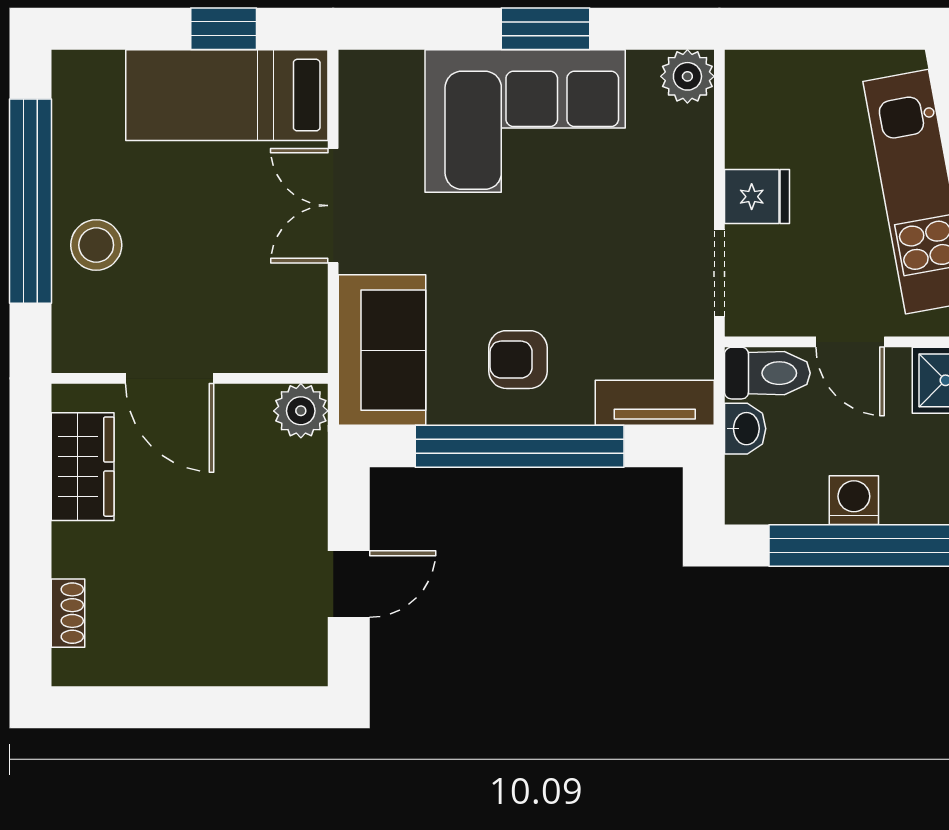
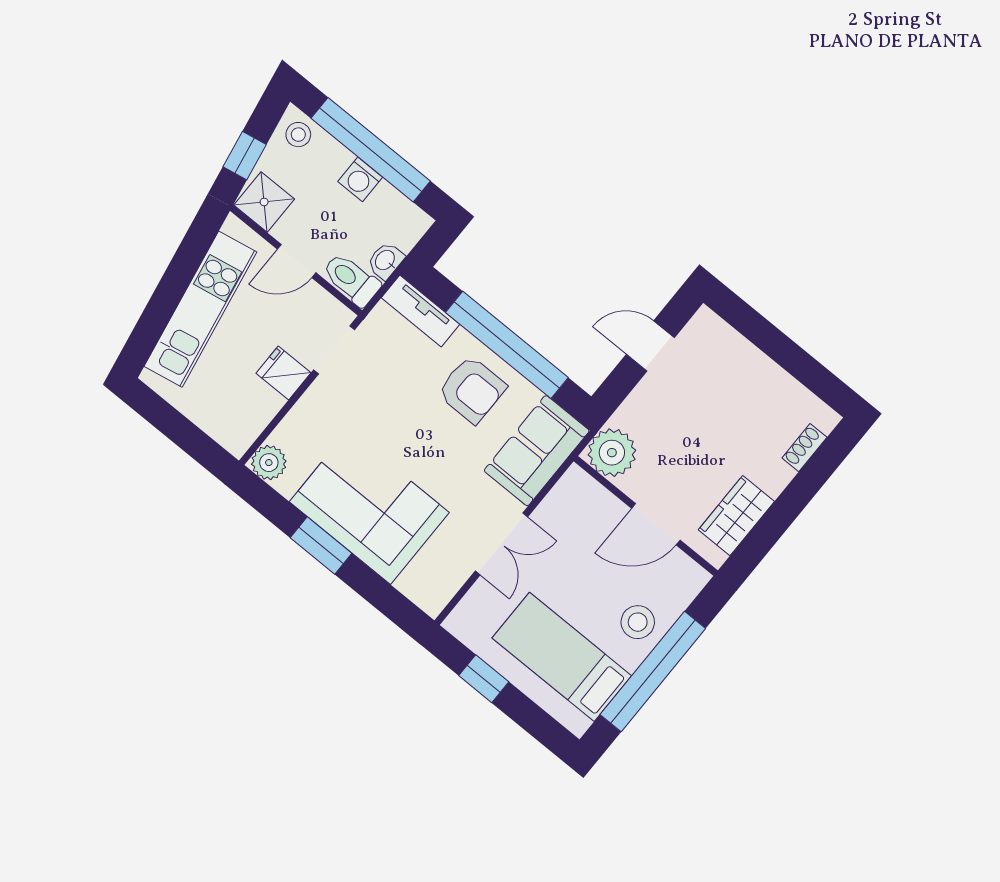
bed: (227, 95) -> (562, 657), moved, turned 180
door: (850, 342) -> (297, 261), swing flipped
armchair: (518, 360) -> (472, 389), width x1.38, depth x1.38
door: (170, 378) -> (656, 524), swing flipped
plant: (301, 411) -> (612, 453), width x1.36, depth x1.36

